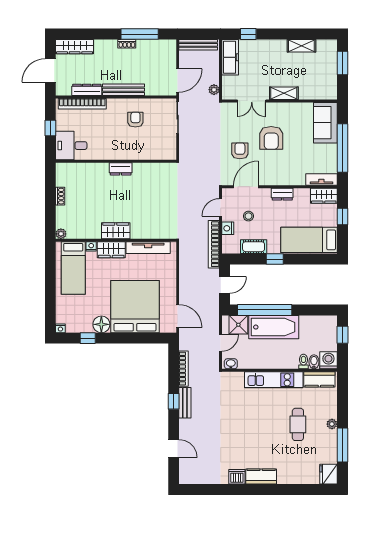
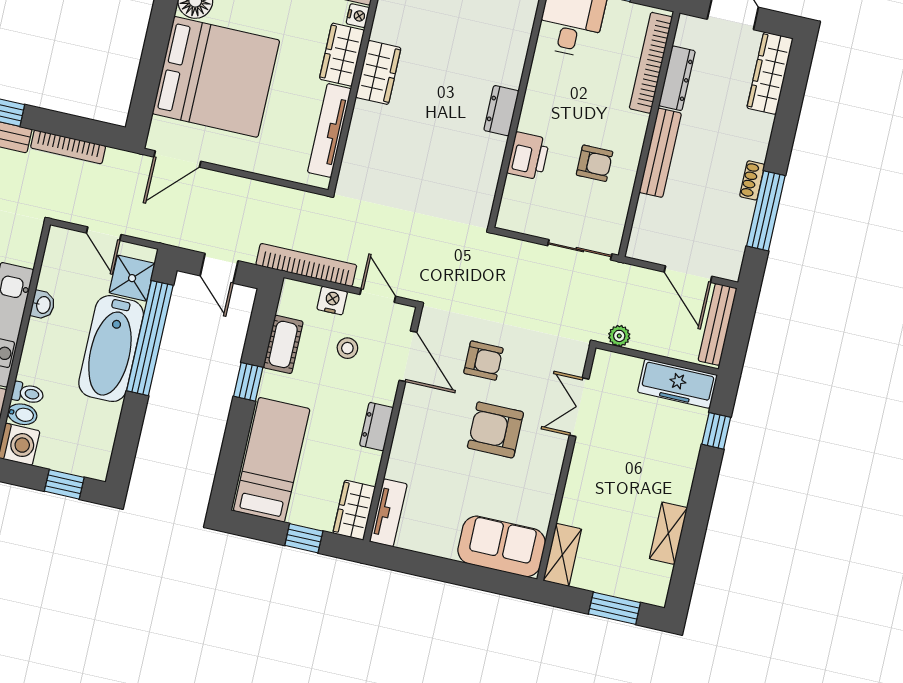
door: (178, 80) -> (688, 274), moved
shelving: (284, 93) -> (562, 555), moved
window: (342, 148) -> (442, 569), removed
printer: (139, 152) -> (528, 156), added
washbasin: (231, 364) -> (43, 305), moved

